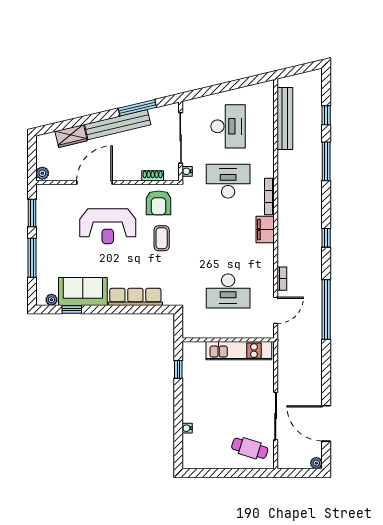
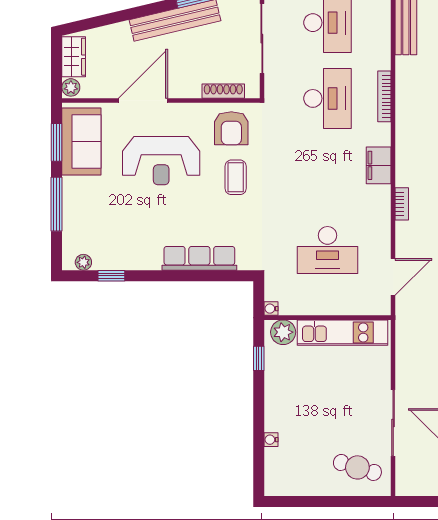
wardrobe: (71, 136) -> (74, 57), moved, turned -77
water cooler: (187, 171) -> (271, 309), moved
shoe rack: (153, 176) -> (223, 91), width x1.43
desk: (228, 181) -> (327, 98), turned 90
bookcase: (269, 197) -> (384, 96), moved
bookcase: (282, 279) -> (402, 204), moved
sofa: (83, 292) -> (81, 142), moved, turned 90
plant: (196, 350) -> (283, 332), added

